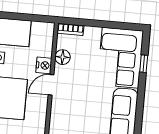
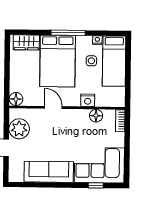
door: (51, 85) -> (53, 107), moved

